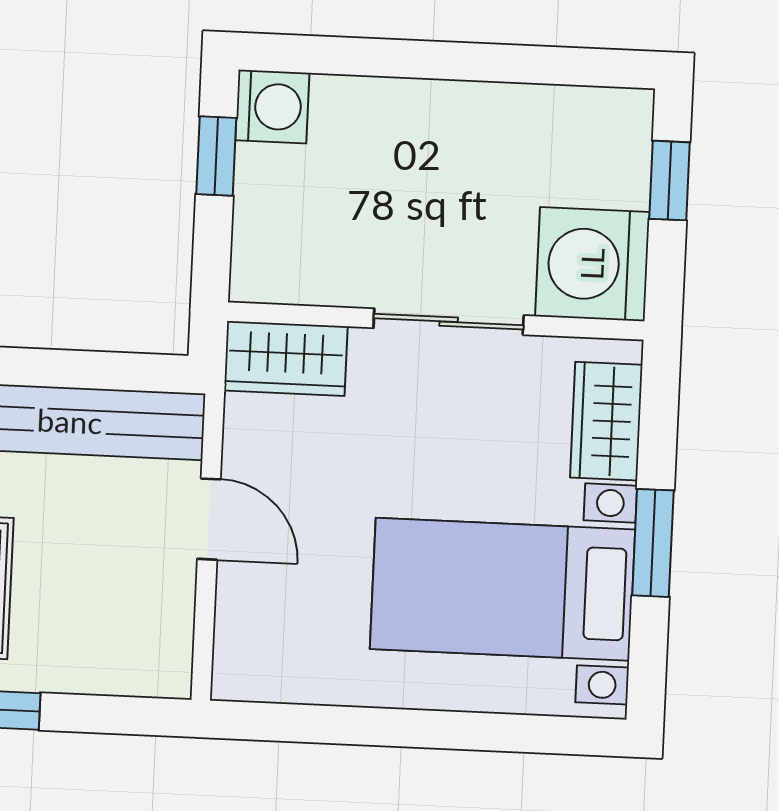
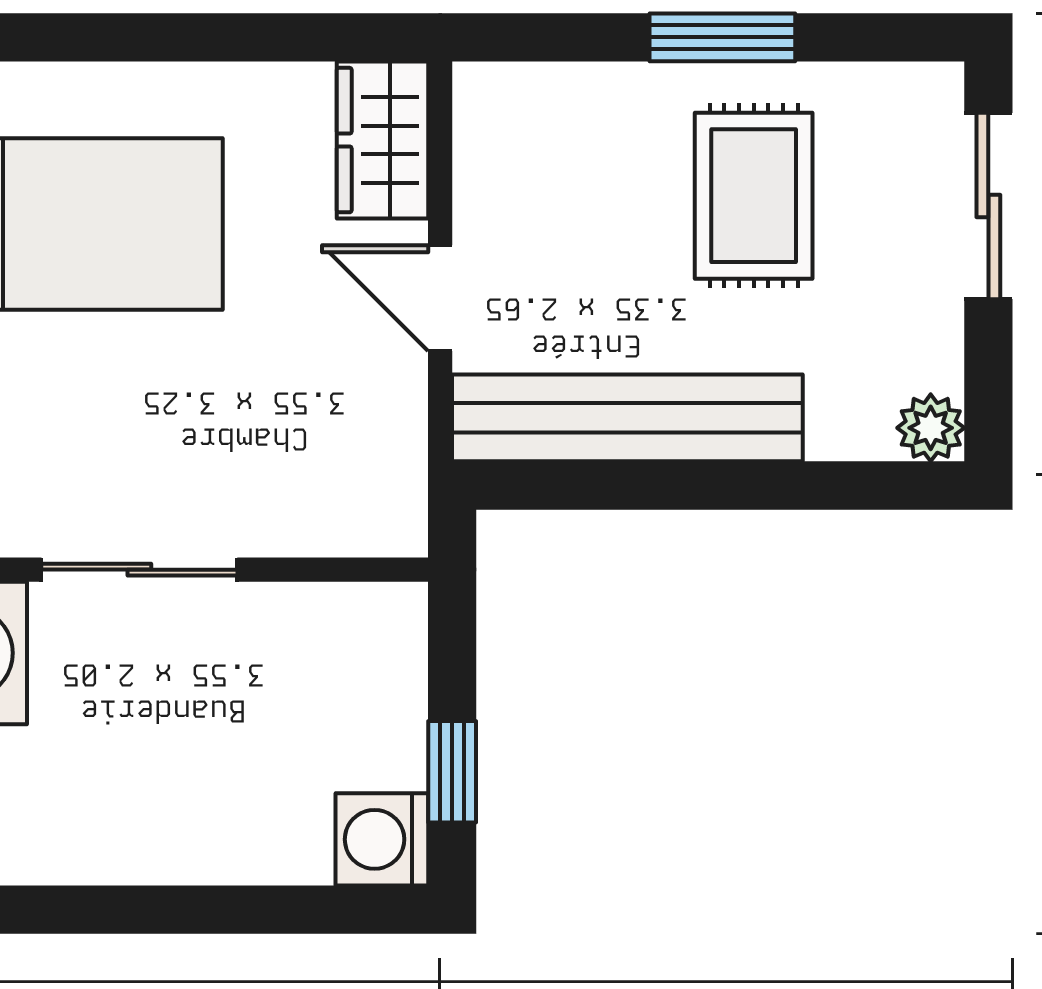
wardrobe: (286, 358) -> (383, 140), moved, turned -90

